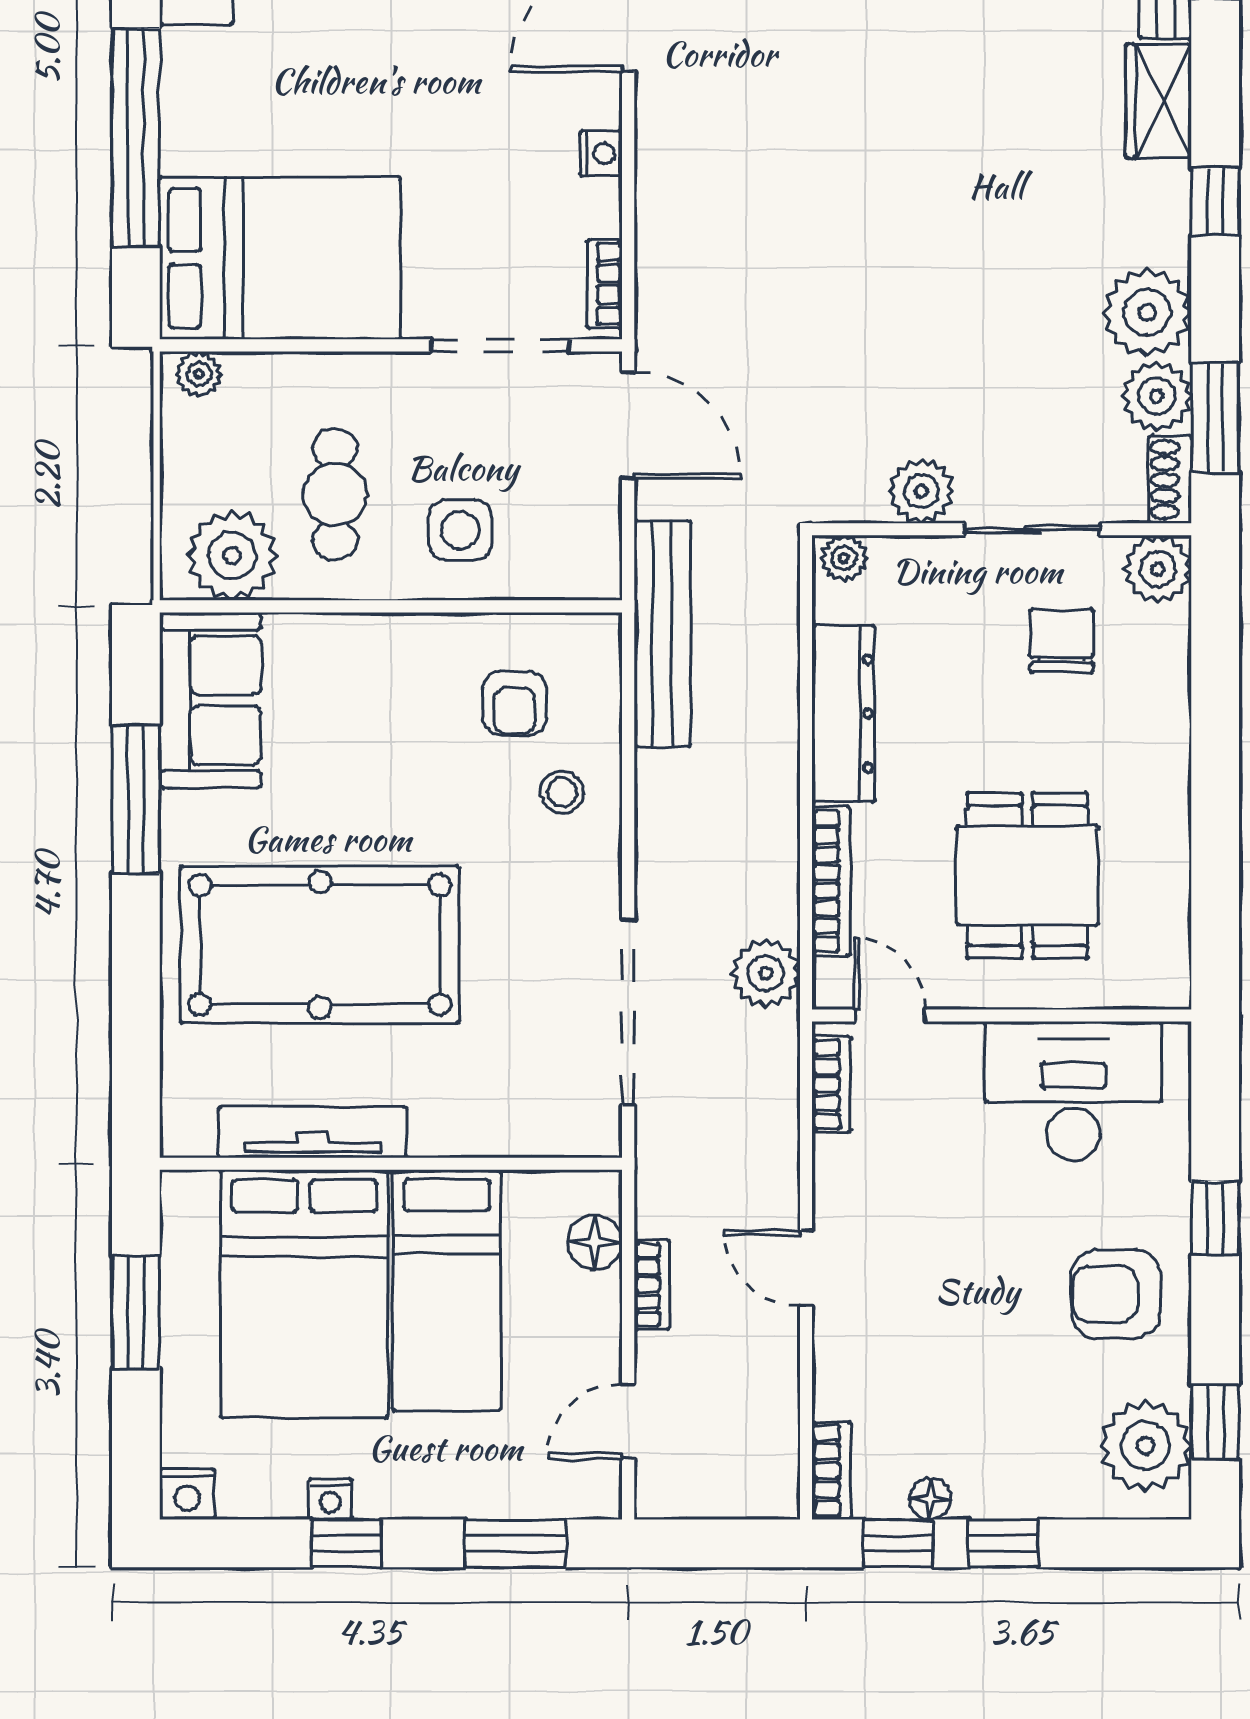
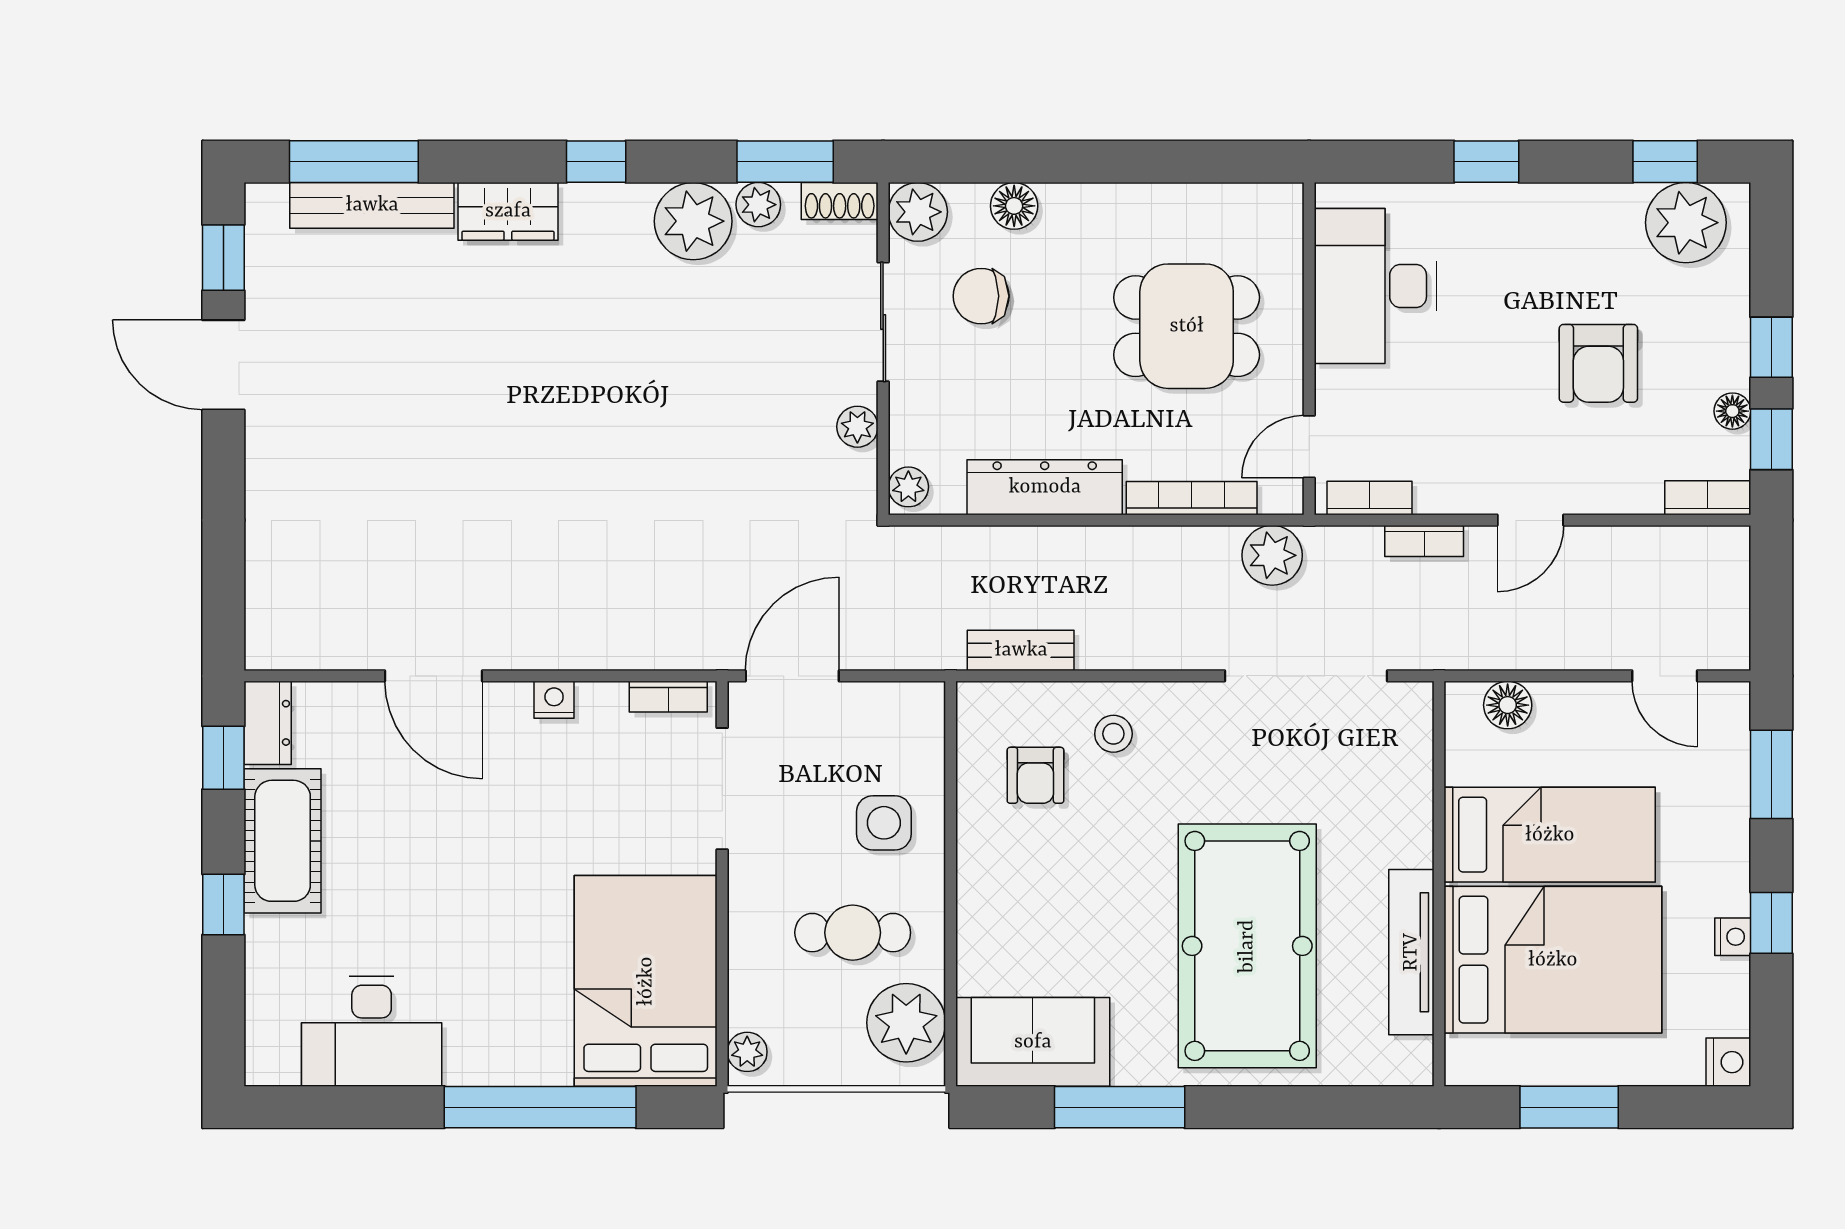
plant: (1157, 396) -> (758, 205), width x0.73, depth x0.73
plant: (921, 491) -> (857, 427), width x0.73, depth x0.73
bench: (662, 634) -> (1021, 650), width x0.54, depth x0.82
floor lamp: (1165, 679) -> (1014, 206), added
armchair: (515, 703) -> (1035, 775), turned 90
bookcase: (652, 1284) -> (1424, 541), moved, turned 180
armchair: (1116, 1294) -> (1598, 363), moved

